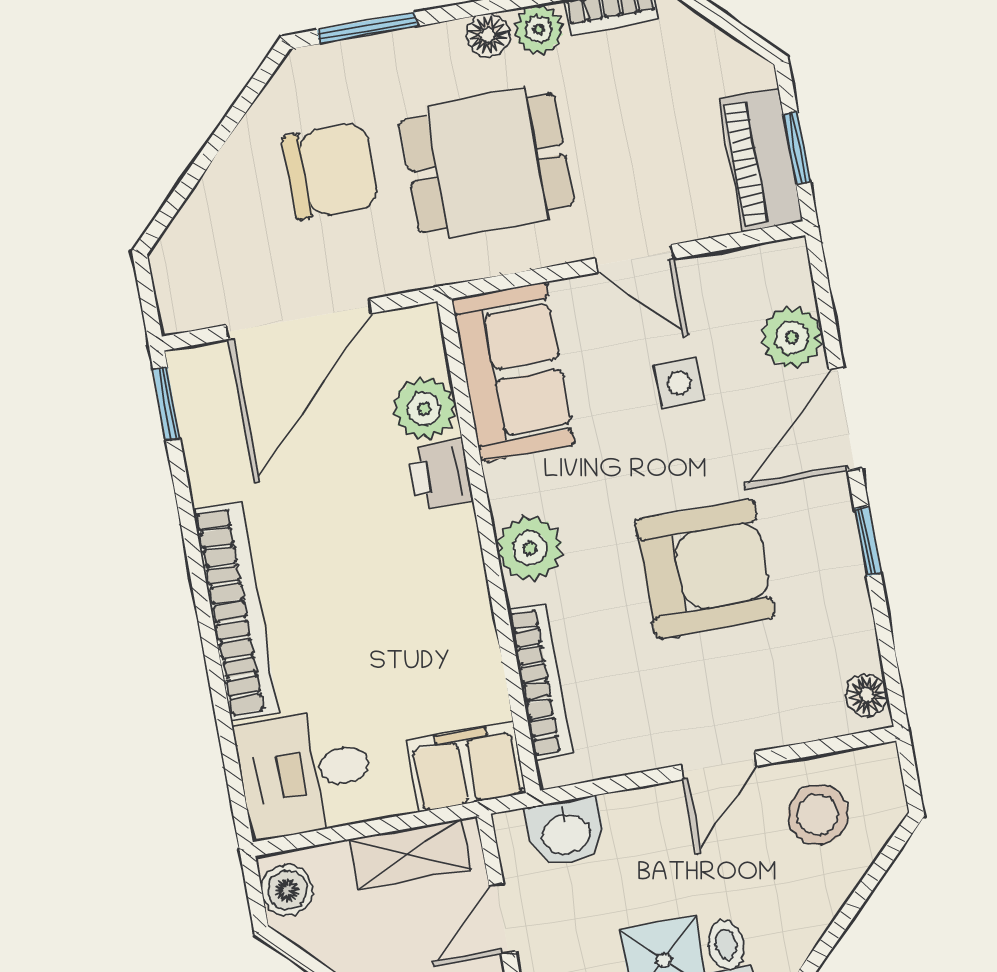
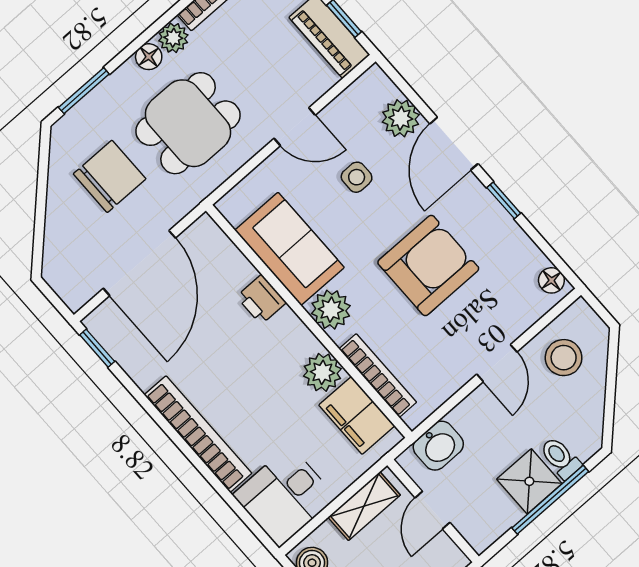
sofa: (513, 372) -> (290, 249), moved
plant: (424, 408) -> (322, 372), moved
filing cabinet: (466, 767) -> (357, 415), moved, turned -90

